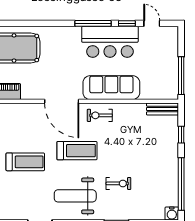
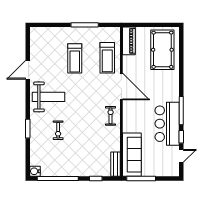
sofa: (111, 88) -> (132, 155), moved
door: (62, 101) -> (121, 87), swing flipped
treadmill: (77, 151) -> (107, 58), moved
weight bench: (75, 196) -> (49, 97), turned 90

